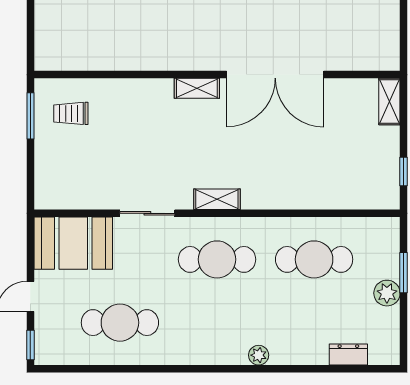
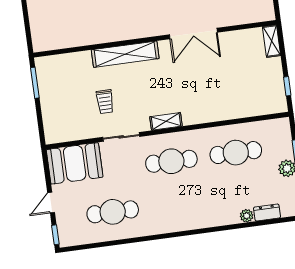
double door: (275, 75) -> (193, 33), width x0.73
shelving: (197, 88) -> (125, 54), width x2.20, depth x1.33
trolley: (71, 113) -> (105, 102), moved, turned -90
plant: (259, 355) -> (247, 216), moved

